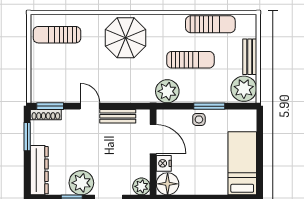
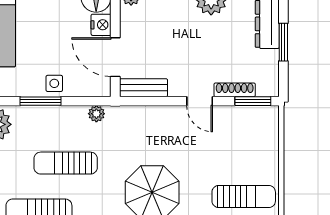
plant: (167, 91) -> (96, 114), width x0.53, depth x0.53
shoe rack: (46, 115) -> (235, 90), moved
bench: (118, 116) -> (143, 88), moved
window: (27, 137) -> (283, 42), moved

